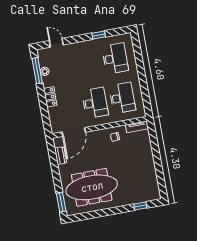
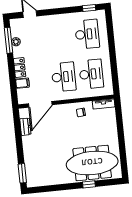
window: (99, 35) -> (89, 8), moved
filing cabinet: (54, 112) -> (22, 83), added
meeting table: (92, 187) -> (92, 163), moved
window: (140, 206) -> (89, 184), moved

